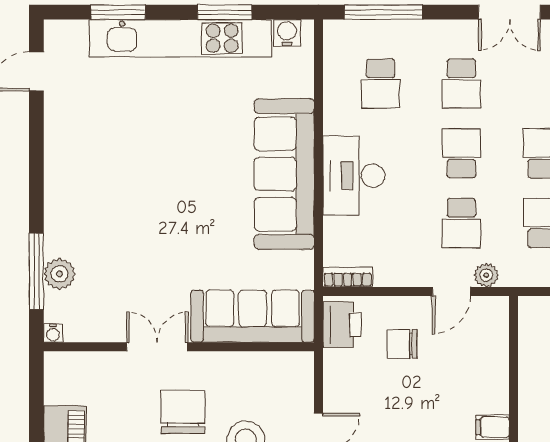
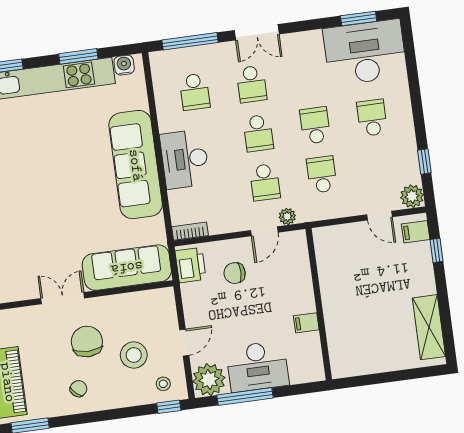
double door: (509, 12) -> (257, 32), moved
school desk: (461, 153) -> (258, 133), turned 180

